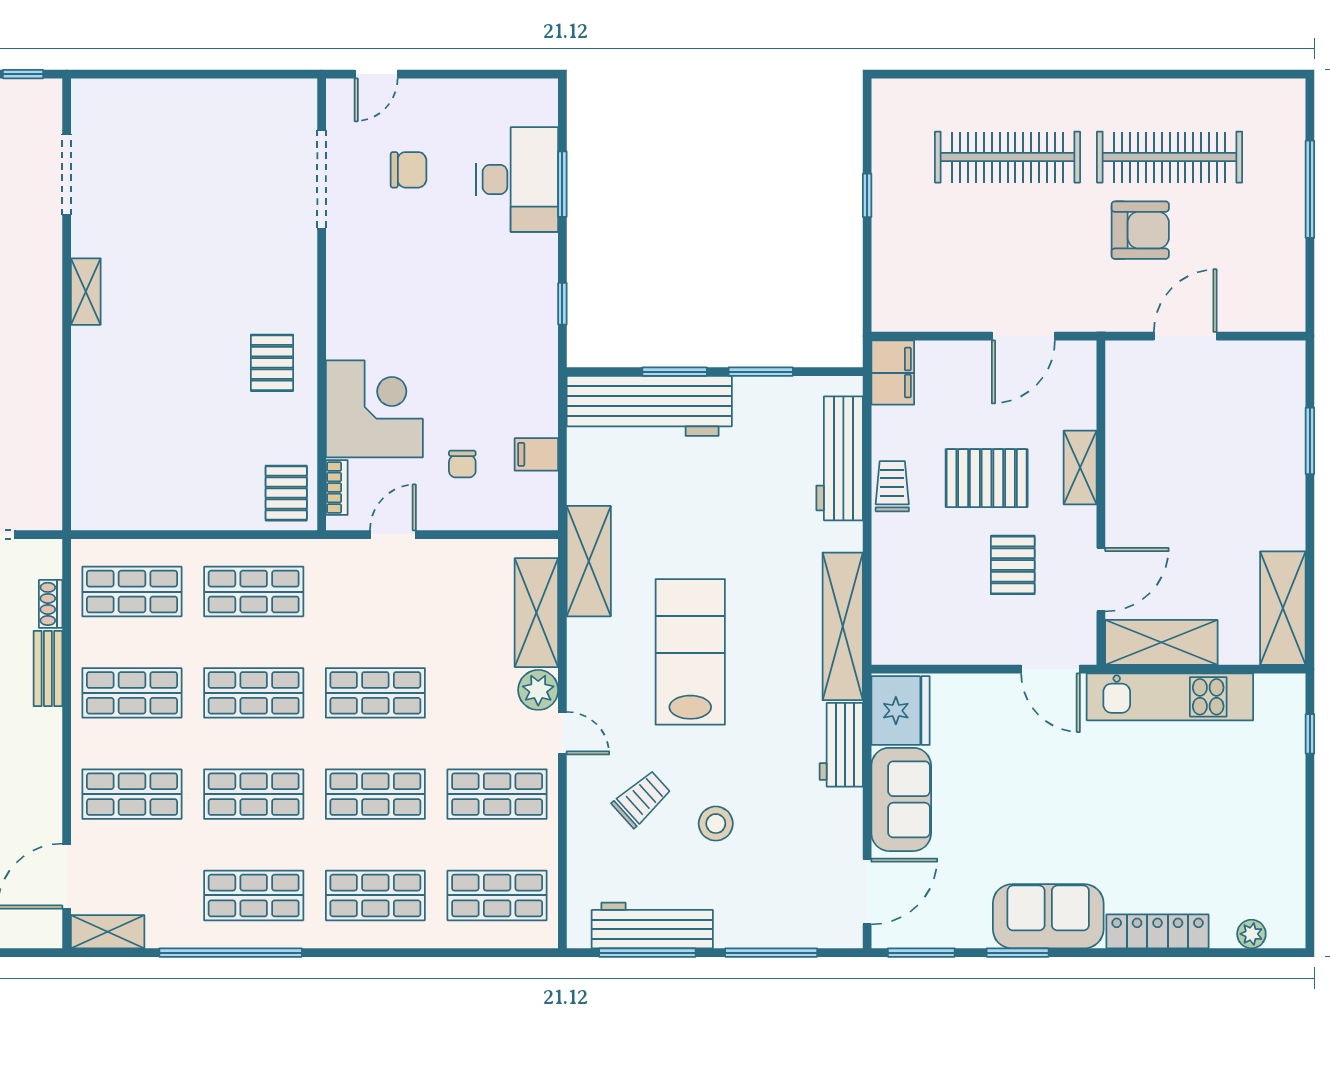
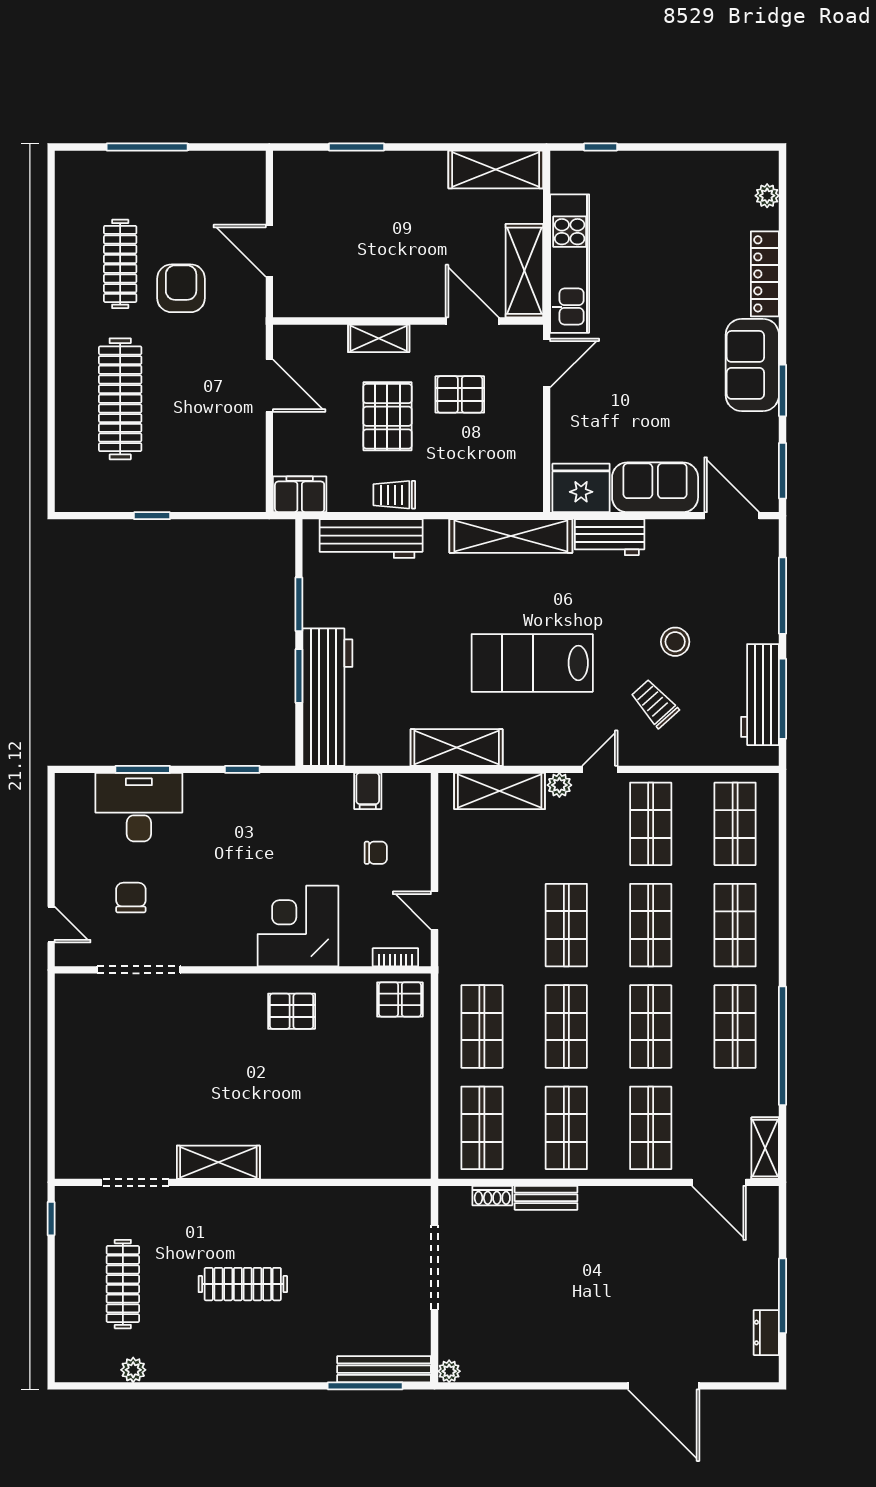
clothes rail: (1170, 157) -> (120, 264), width x0.73, depth x0.76
shelving: (86, 292) -> (218, 1162), width x1.50, depth x1.33
corner desk: (374, 409) -> (298, 926), moved
plant: (538, 690) -> (559, 785), width x0.73, depth x0.73

